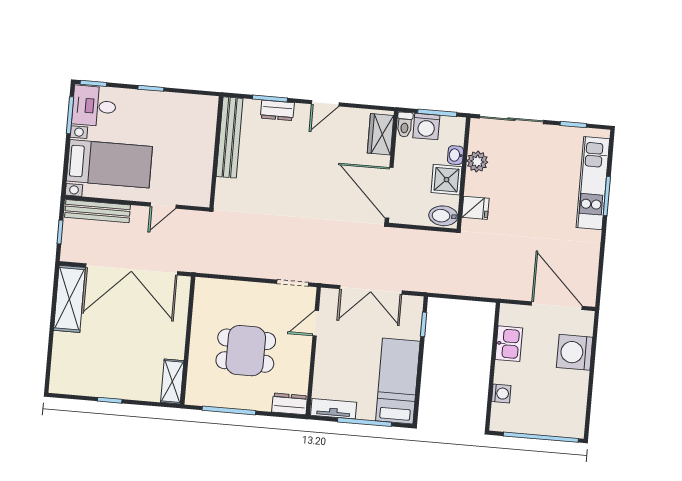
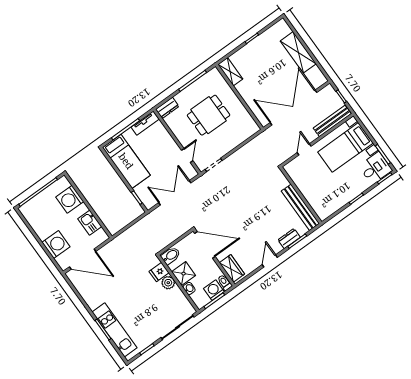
plant: (477, 161) -> (168, 283), moved
shelving: (69, 299) -> (298, 52), moved
washing machine: (501, 393) -> (70, 199), width x1.89, depth x1.89

